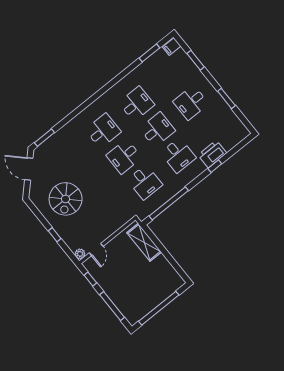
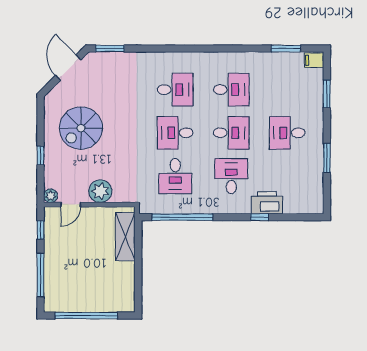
desk: (178, 155) -> (231, 176), turned 180
plant: (107, 227) -> (100, 191), added

